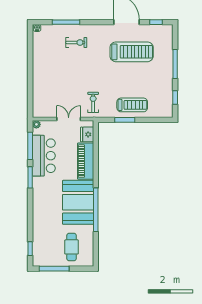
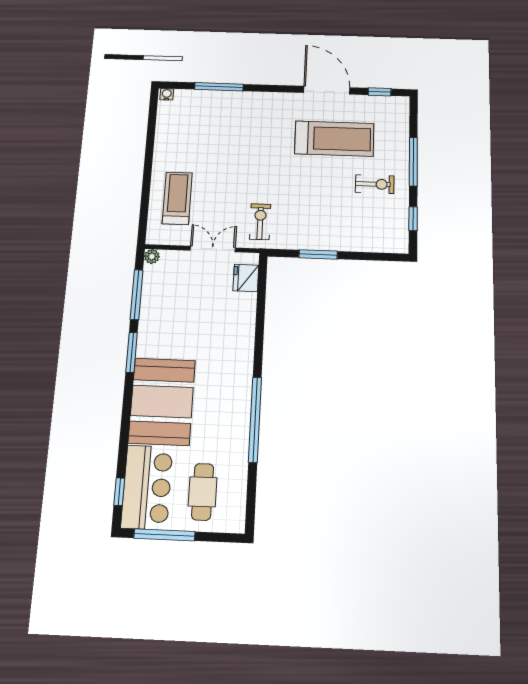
exercise bike: (76, 42) -> (375, 184), moved
treadmill: (132, 105) -> (177, 198), moved, turned -90
bar counter: (44, 156) -> (147, 487), moved
piano: (86, 161) -> (240, 326), removed
booth: (78, 202) -> (162, 401), moved

